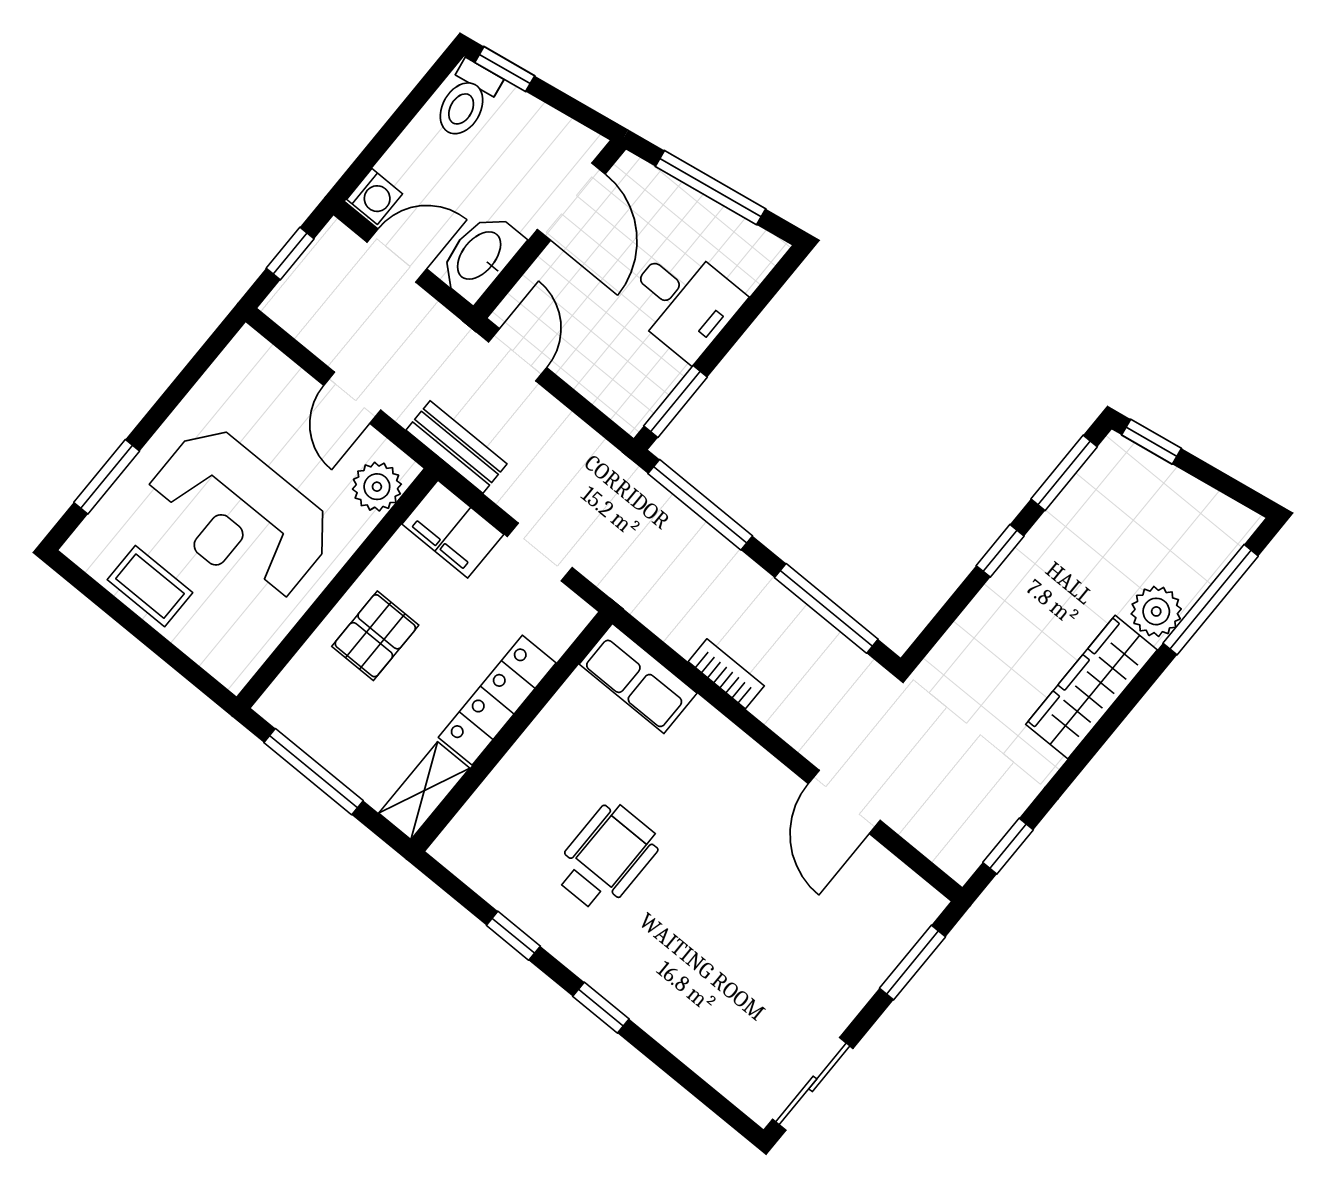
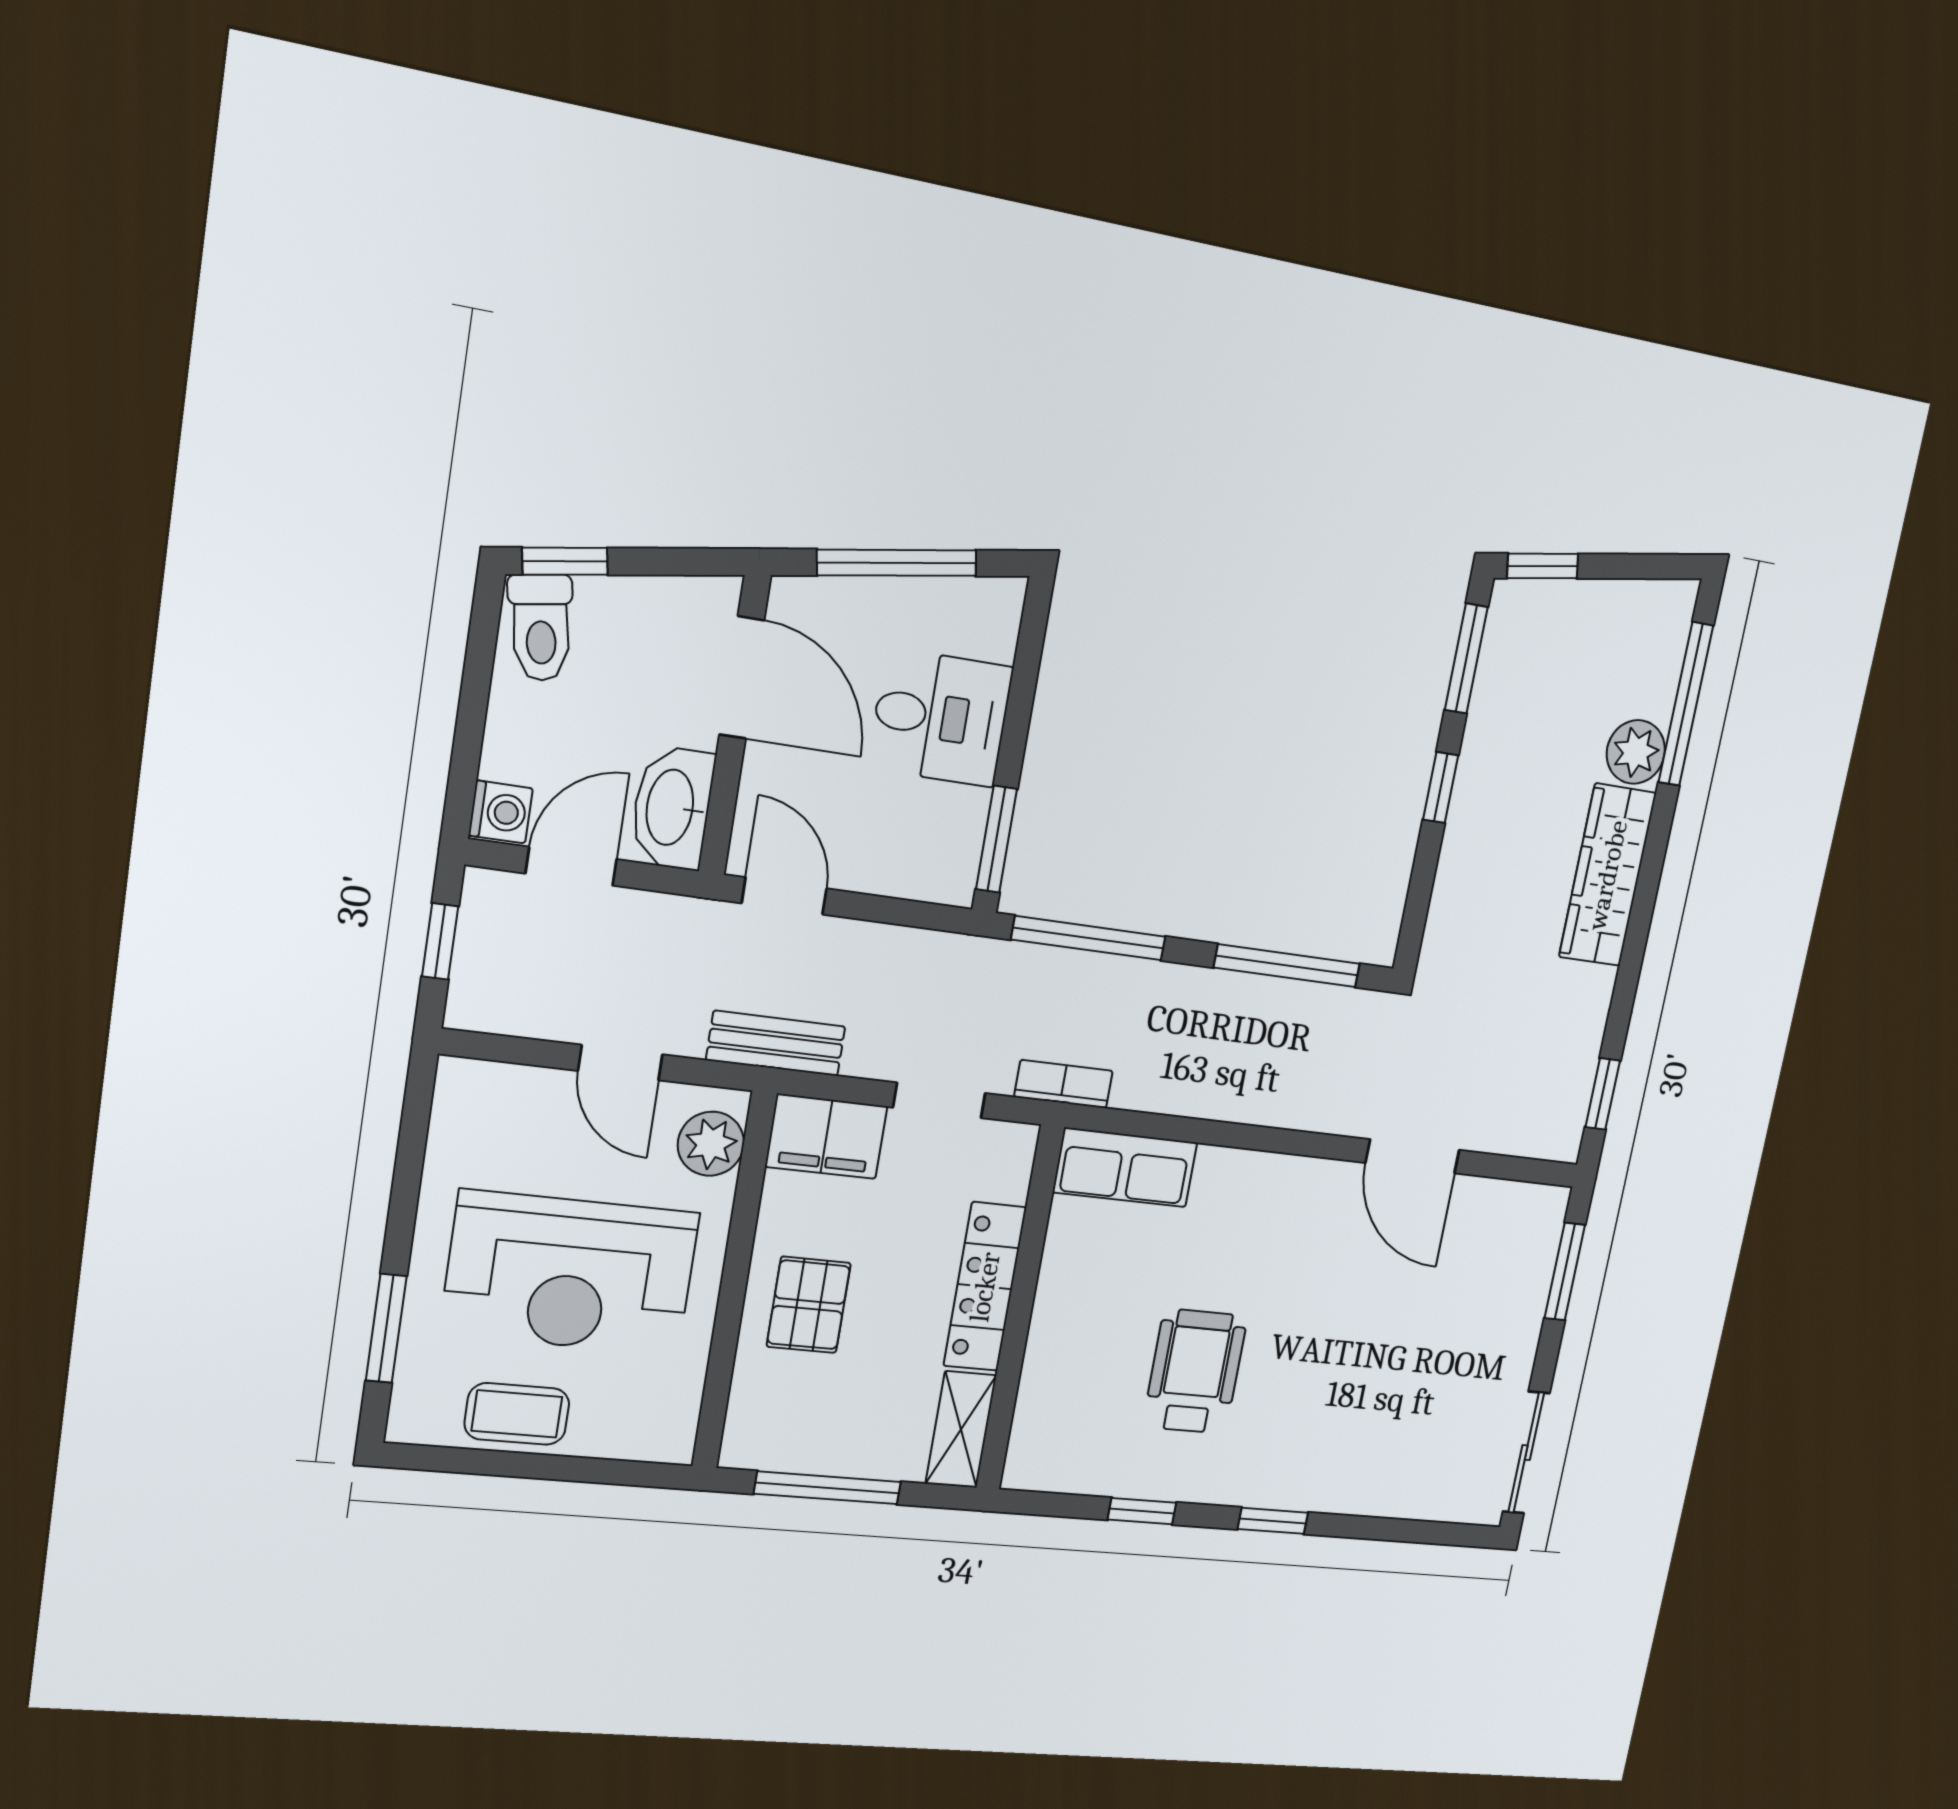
bookcase: (726, 674) -> (1063, 1084), moved

